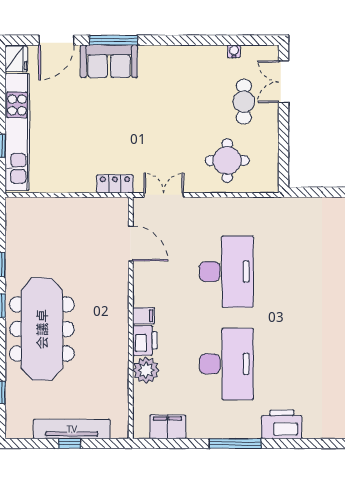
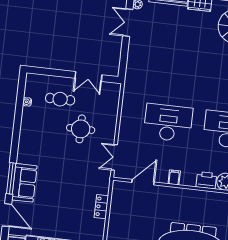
double door: (284, 82) -> (88, 76), moved
round table: (227, 161) -> (81, 129), moved
locker: (115, 184) -> (101, 207), moved
filing cabinet: (144, 316) -> (174, 177), moved

